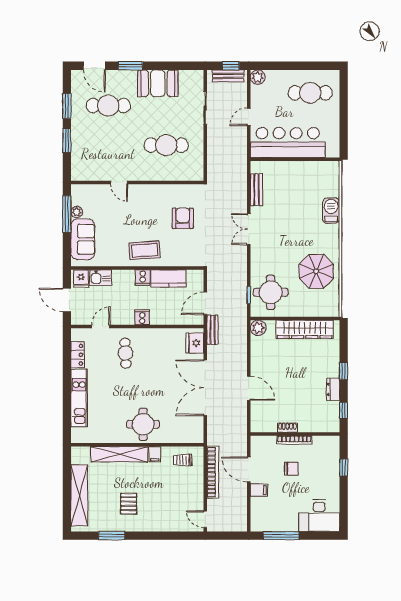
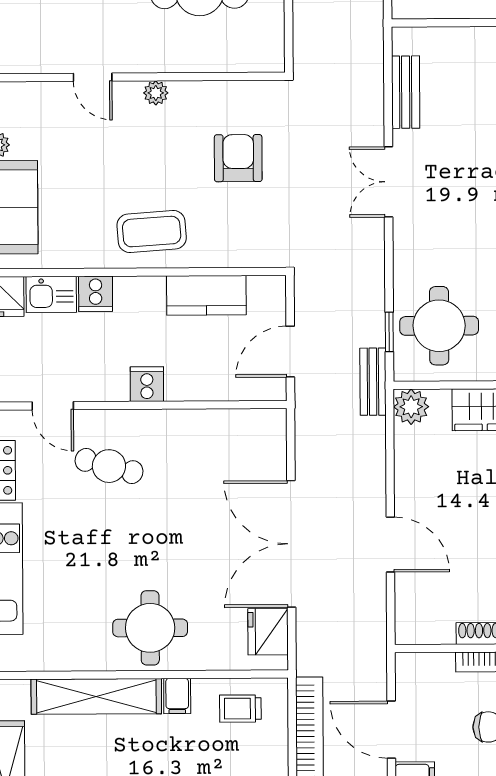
plant: (147, 189) -> (156, 93), added
cooker: (143, 278) -> (96, 294), moved
door: (101, 327) -> (53, 406), swing flipped
bench: (213, 330) -> (373, 382), moved
fridge: (195, 343) -> (268, 632), moved
cafe table: (125, 353) -> (109, 466), turned -72

